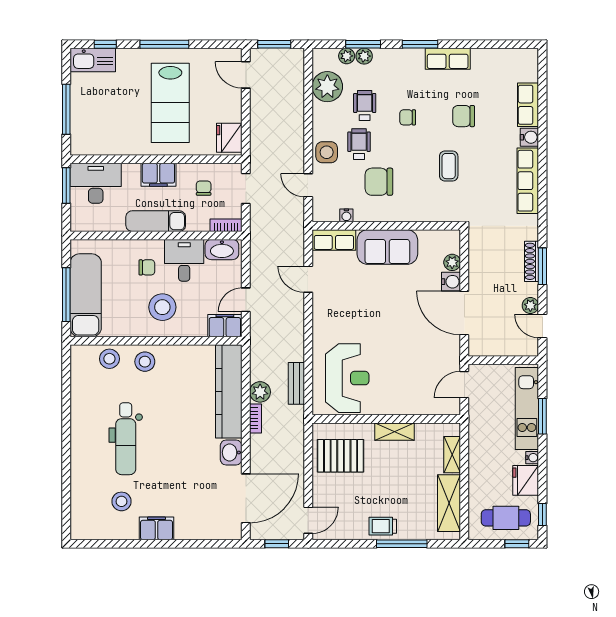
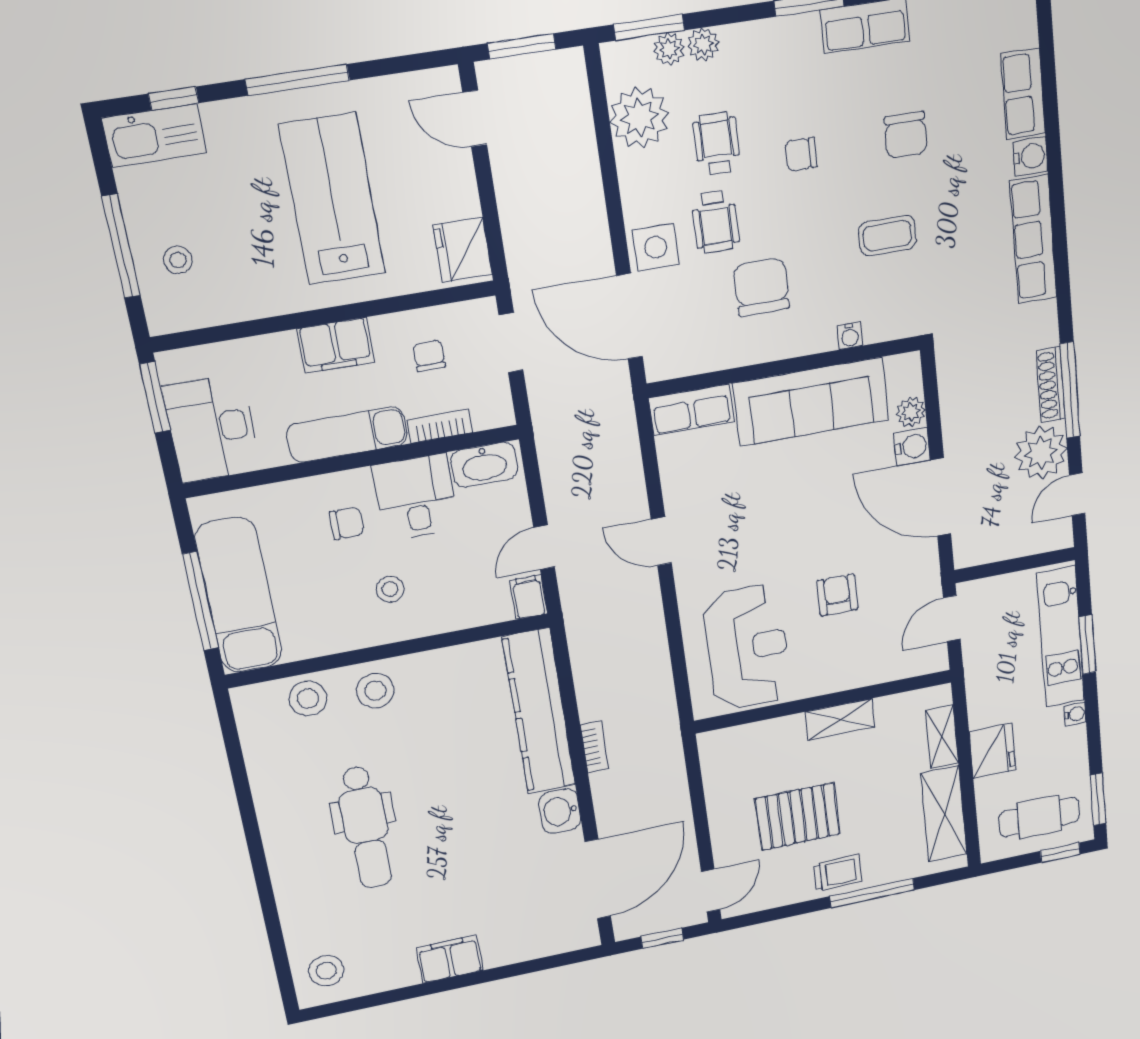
window: (363, 44) -> (649, 27), moved
lab bench: (170, 103) -> (332, 199), turned 180
chair: (464, 116) -> (906, 135), turned -90
stool: (91, 120) -> (178, 260), added
wheelchair: (359, 144) -> (715, 221), turned 180
coffee table: (449, 166) -> (887, 236), turned 90
chair: (379, 182) -> (761, 287), turned 90
desk: (96, 183) -> (212, 428), moved, turned -90
door: (308, 185) -> (629, 316), width x1.87
water cooler: (346, 215) -> (850, 336), moved
bookcase: (226, 225) -> (440, 426), moved
sofa: (387, 247) -> (811, 402), width x1.36
window: (542, 266) -> (1070, 390), width x1.44
door: (308, 279) -> (661, 541), moved
plant: (530, 306) -> (1041, 453), width x1.87, depth x1.87
stool: (162, 307) -> (390, 589), width x0.53, depth x0.53
filing cabinet: (225, 326) -> (529, 597), width x0.50
door: (542, 326) -> (1077, 494), hinge flipped
armchair: (401, 358) -> (837, 595), added
bench: (296, 383) -> (658, 674), removed
plant: (260, 392) -> (595, 701), removed
pallet: (341, 456) -> (798, 816), moved
fridge: (526, 480) -> (992, 751), moved, turned 180
stool: (121, 501) -> (326, 971), moved
window: (542, 514) -> (1098, 799), width x1.50
trolley: (383, 526) -> (838, 873), turned 180

